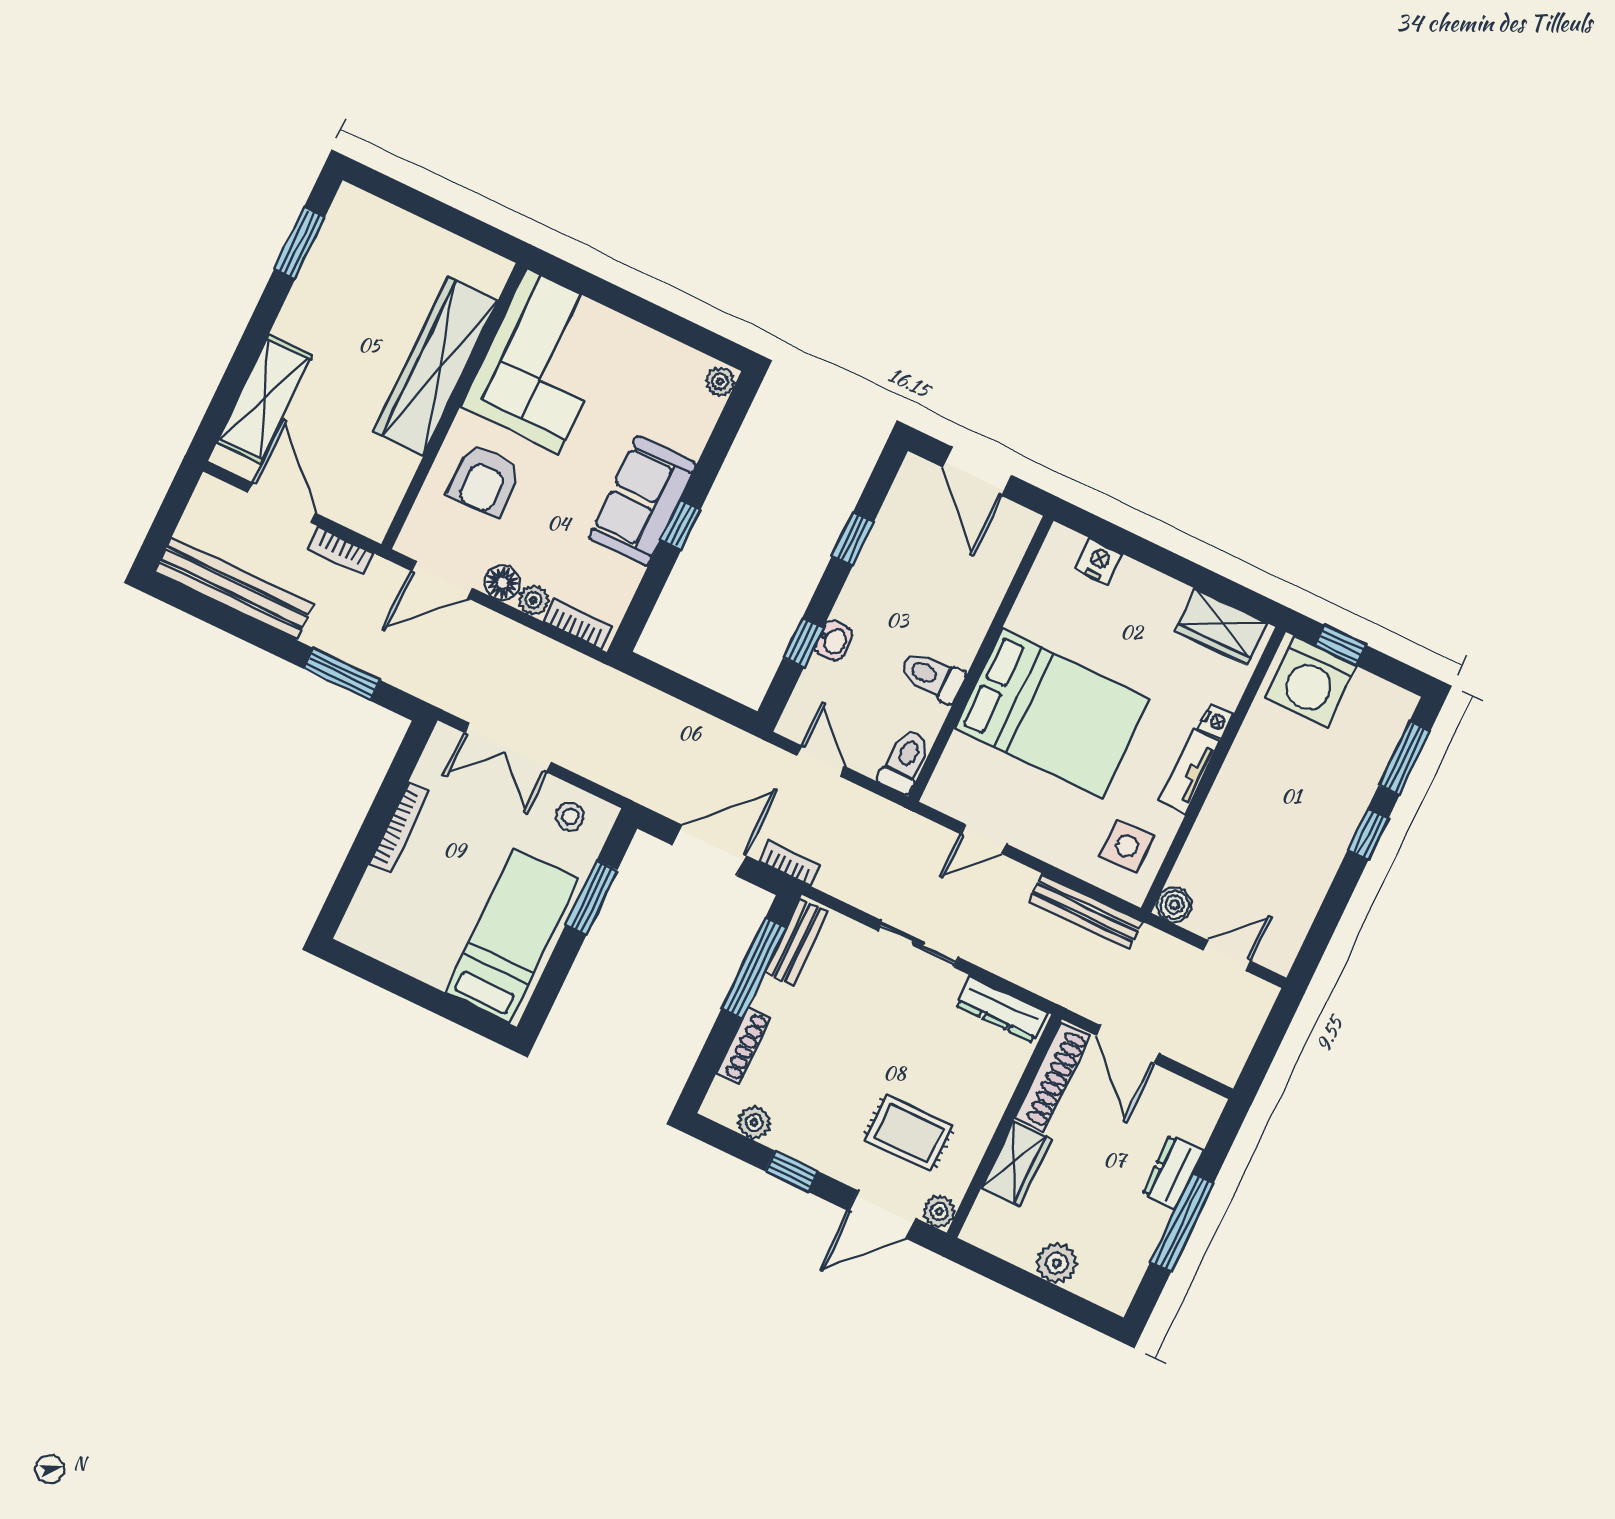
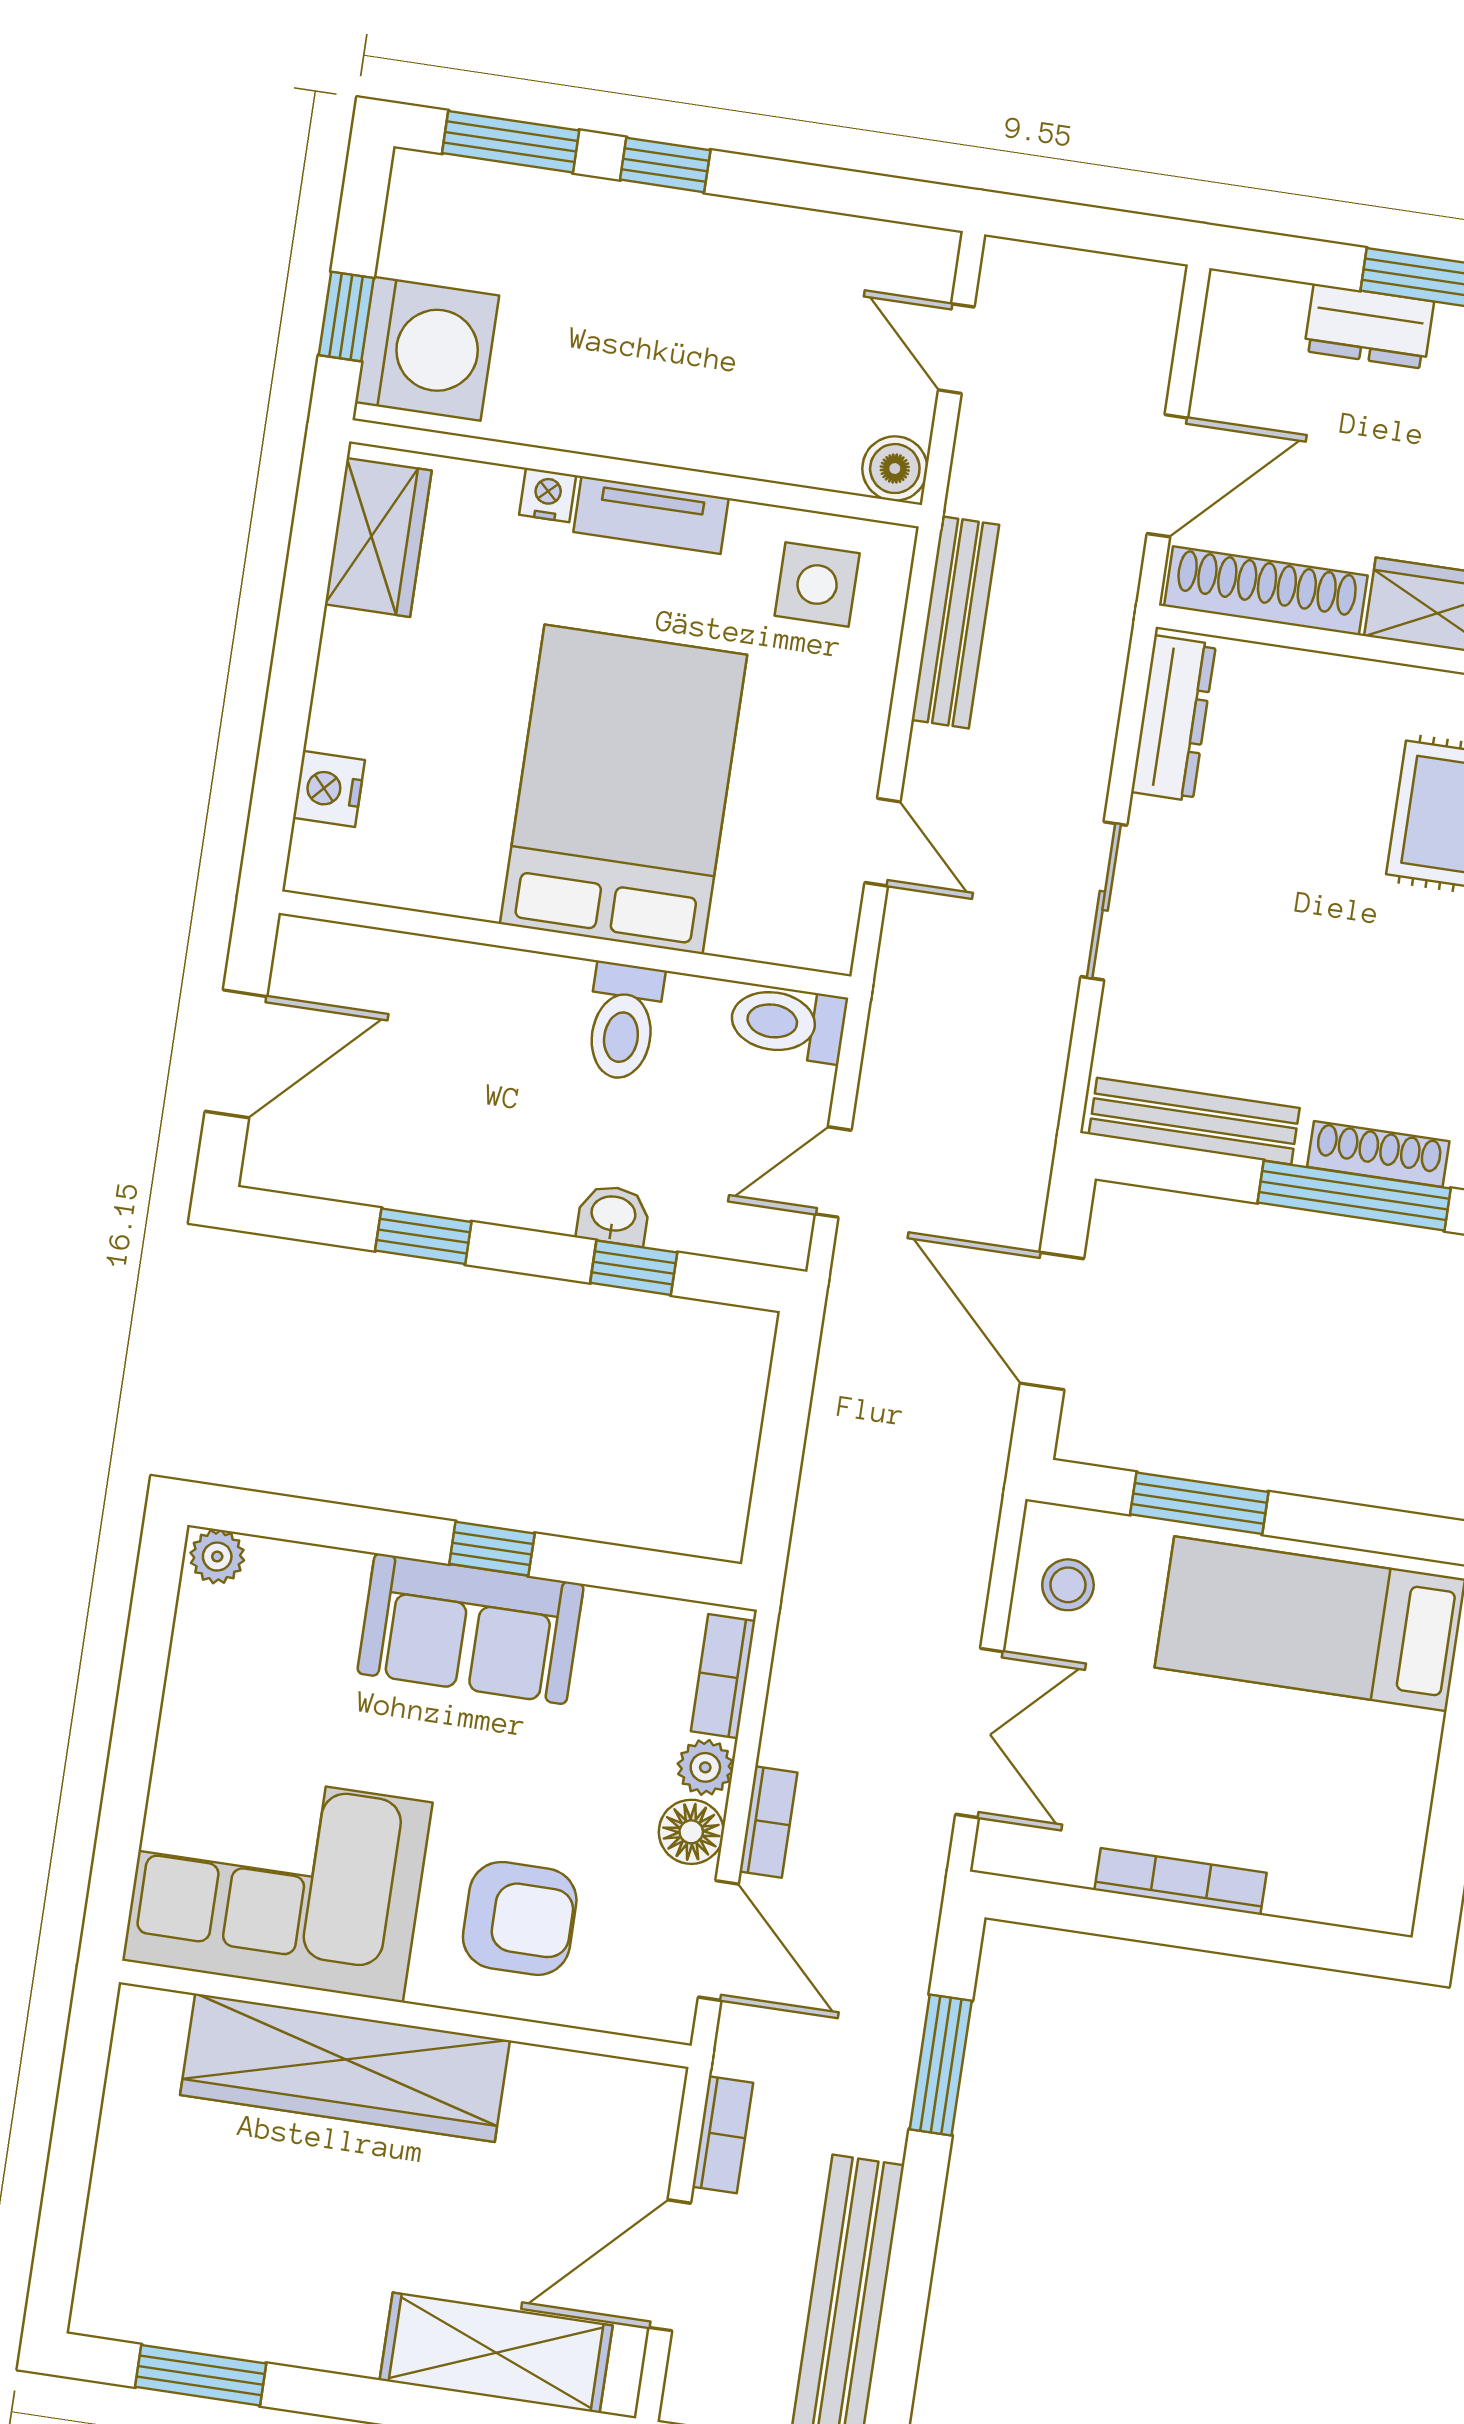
bookcase: (789, 863) -> (768, 1822), moved, turned 180
bench: (796, 942) -> (1194, 1121), width x1.36
window: (754, 968) -> (1354, 1196), moved

